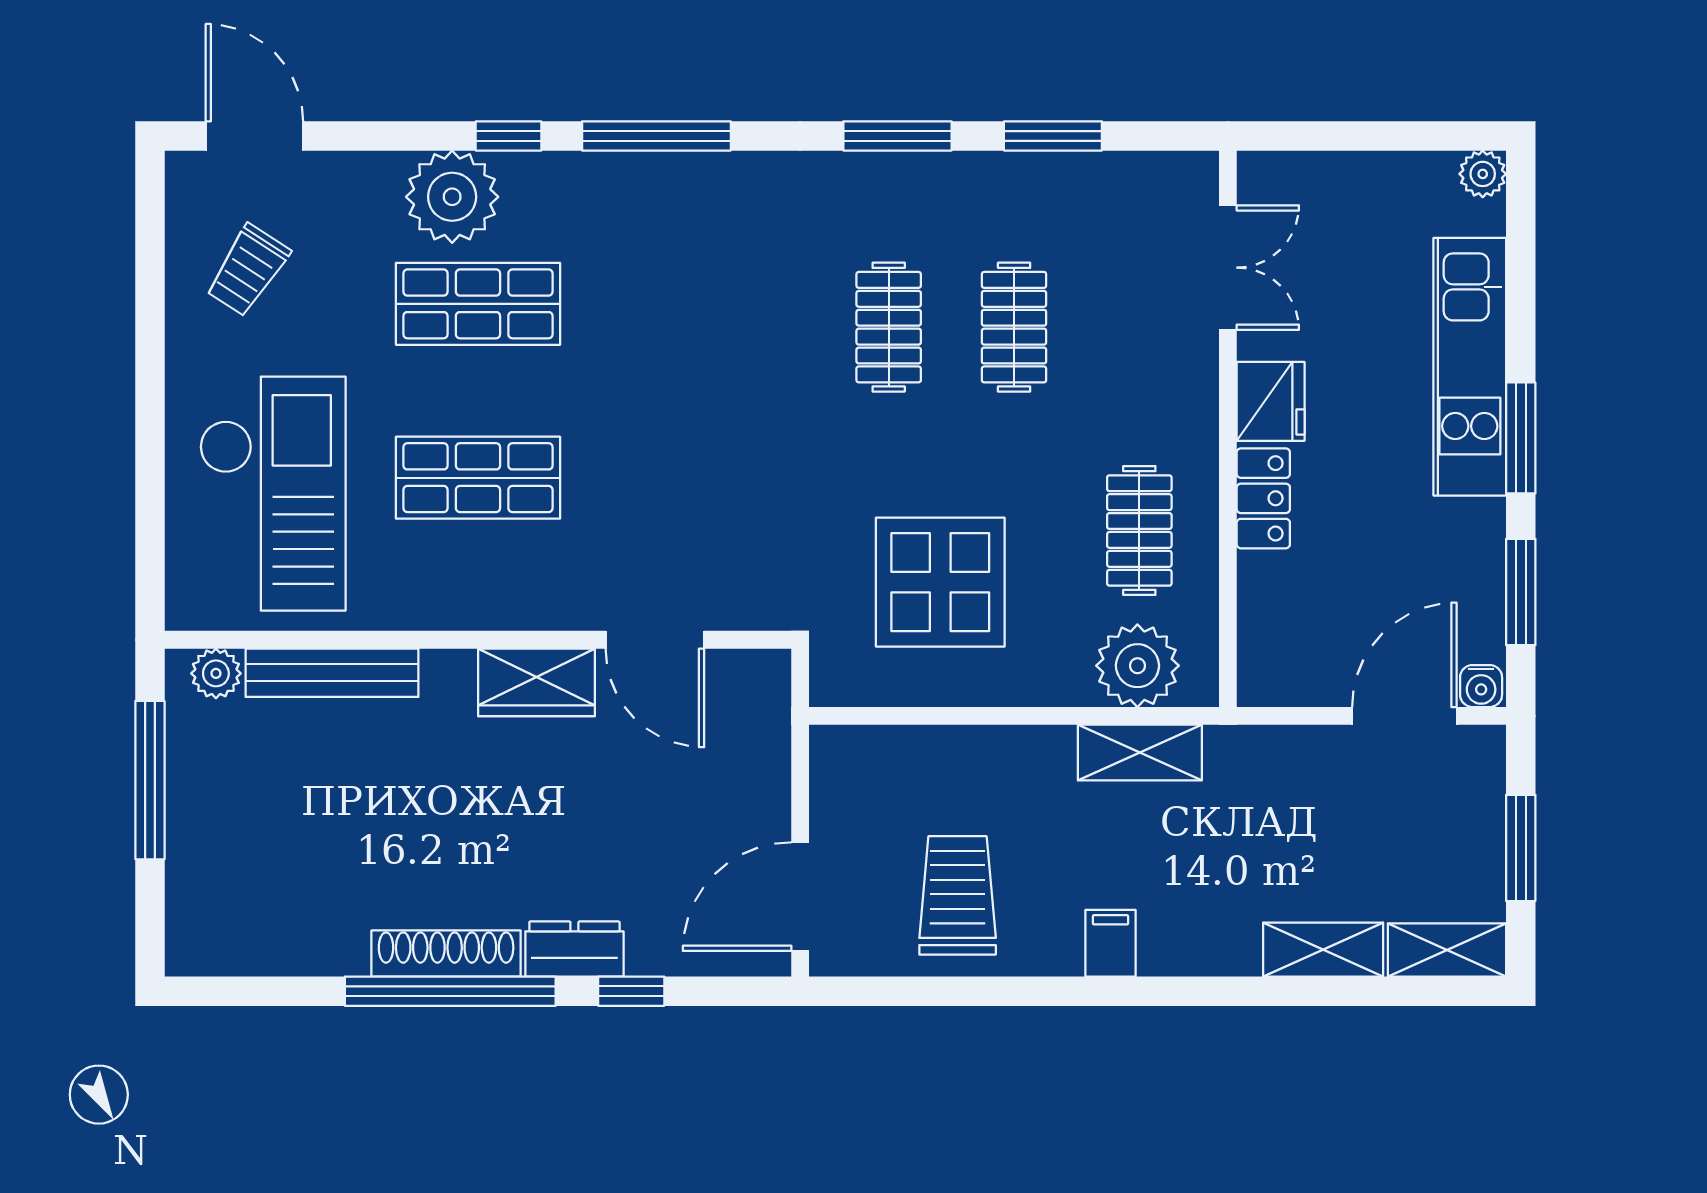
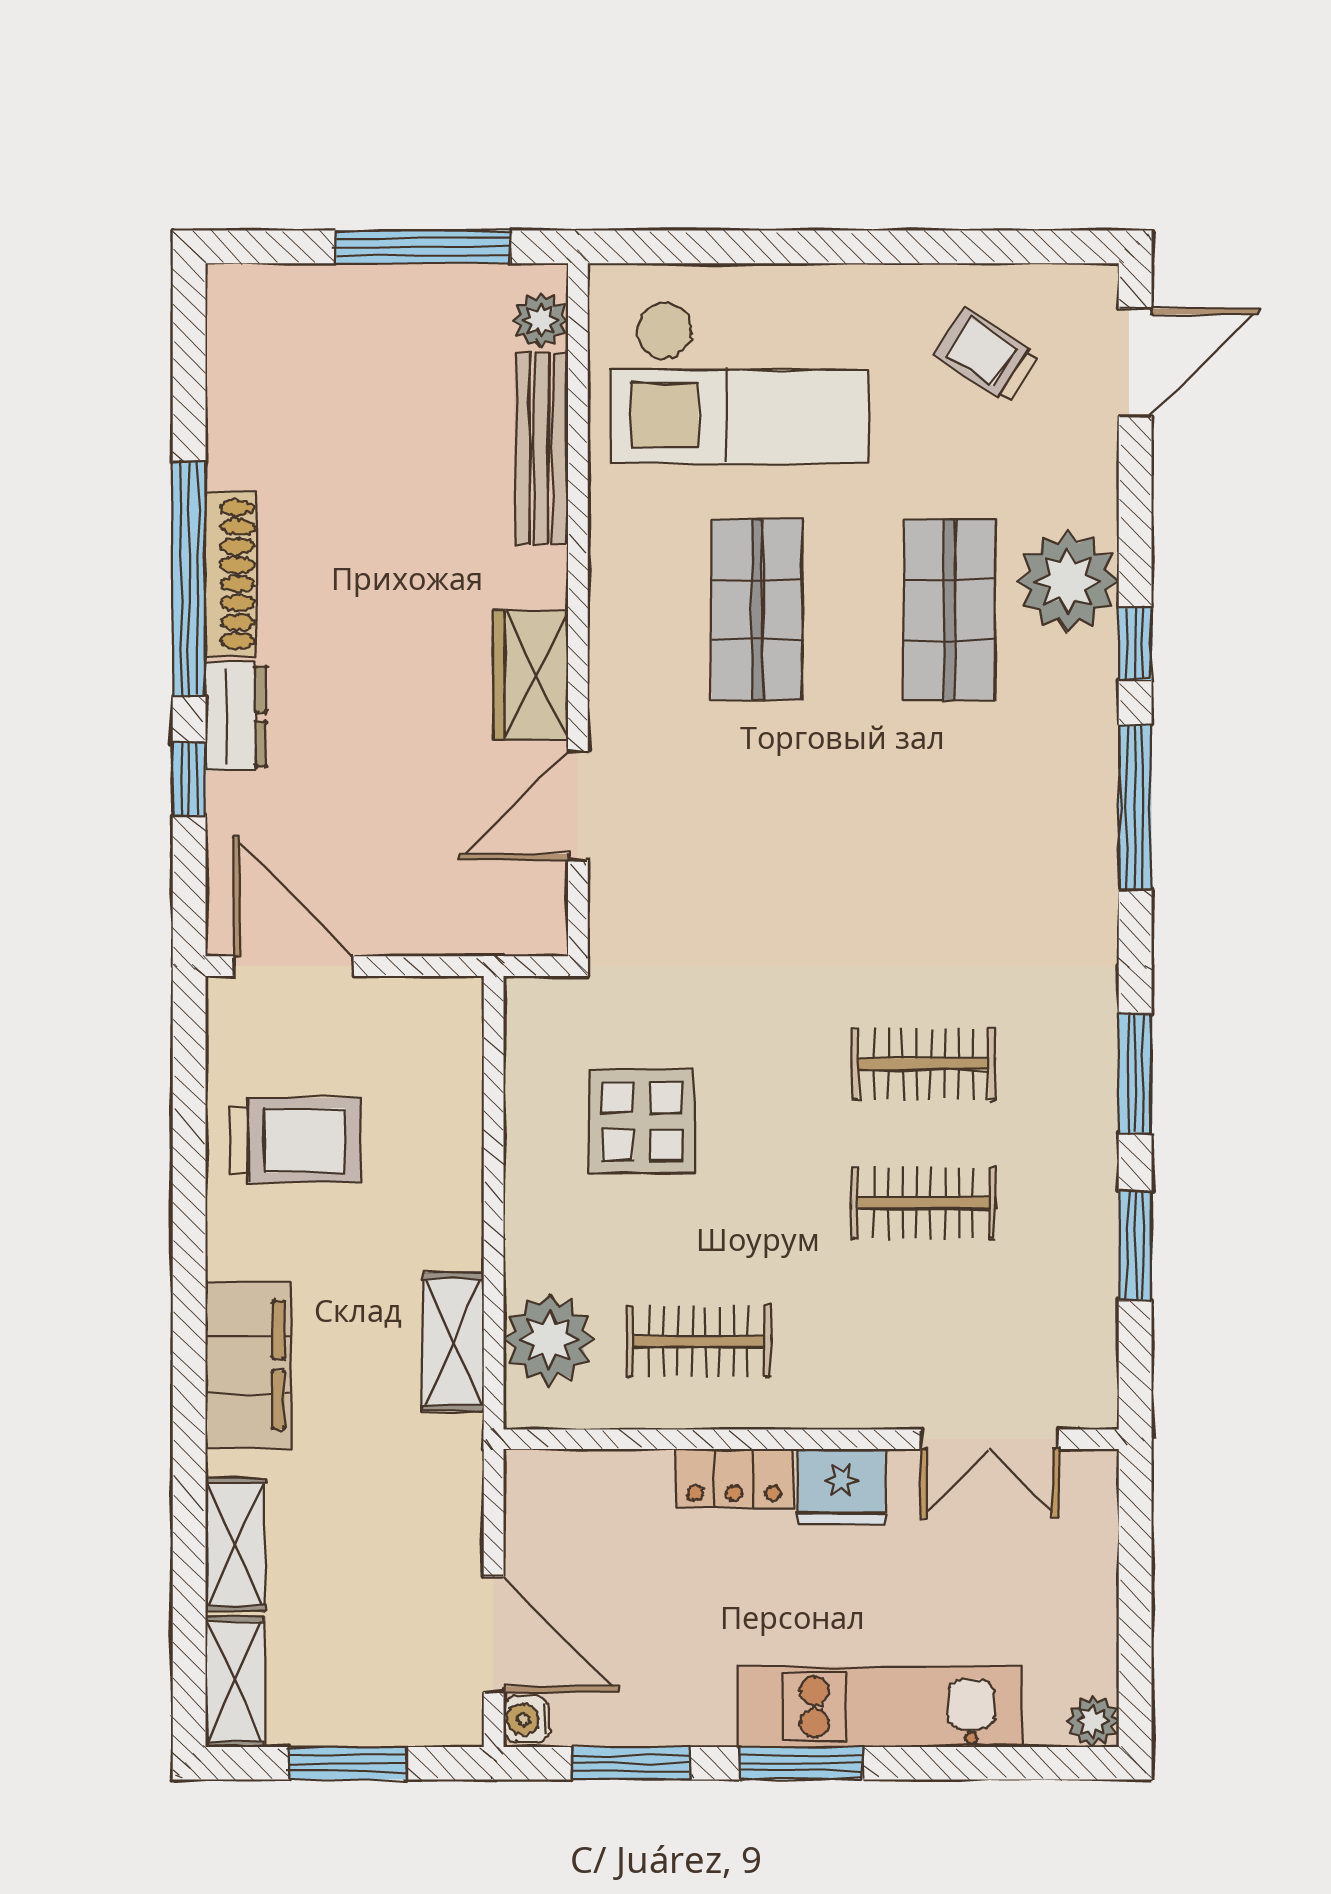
display table: (940, 582) -> (642, 1121), width x0.73, depth x0.73
filing cabinet: (1110, 943) -> (248, 1365), width x3.00, depth x1.17

